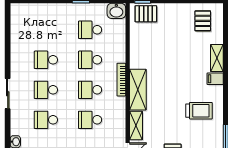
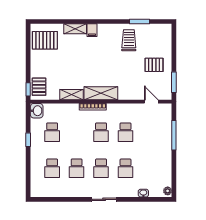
pallet: (203, 21) -> (45, 40), width x1.50, depth x1.42
school desk: (90, 60) -> (52, 168), moved
trolley: (199, 111) -> (129, 40), moved
shelving: (136, 126) -> (72, 95), moved

